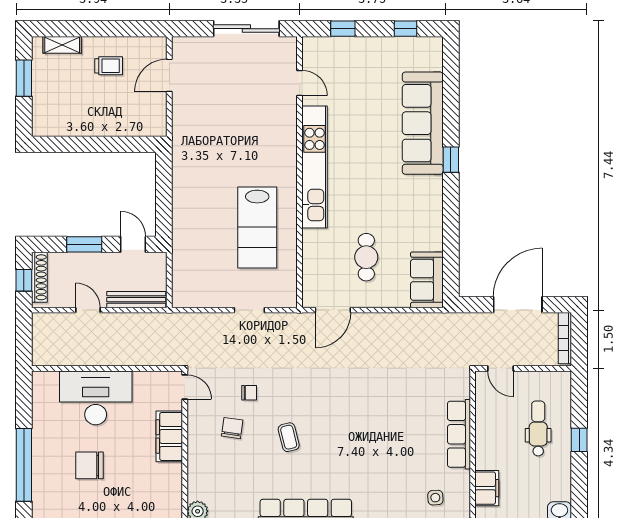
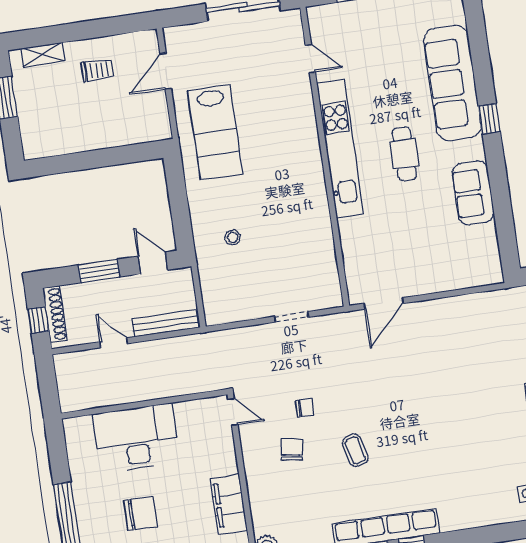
lab bench: (257, 227) -> (215, 132), moved
stool: (207, 232) -> (233, 237), added
cafe table: (366, 257) -> (404, 154), moved
sofa: (427, 280) -> (473, 193), moved
filing cabinet: (169, 436) -> (229, 504), moved
chair: (90, 465) -> (140, 513), turned 180

